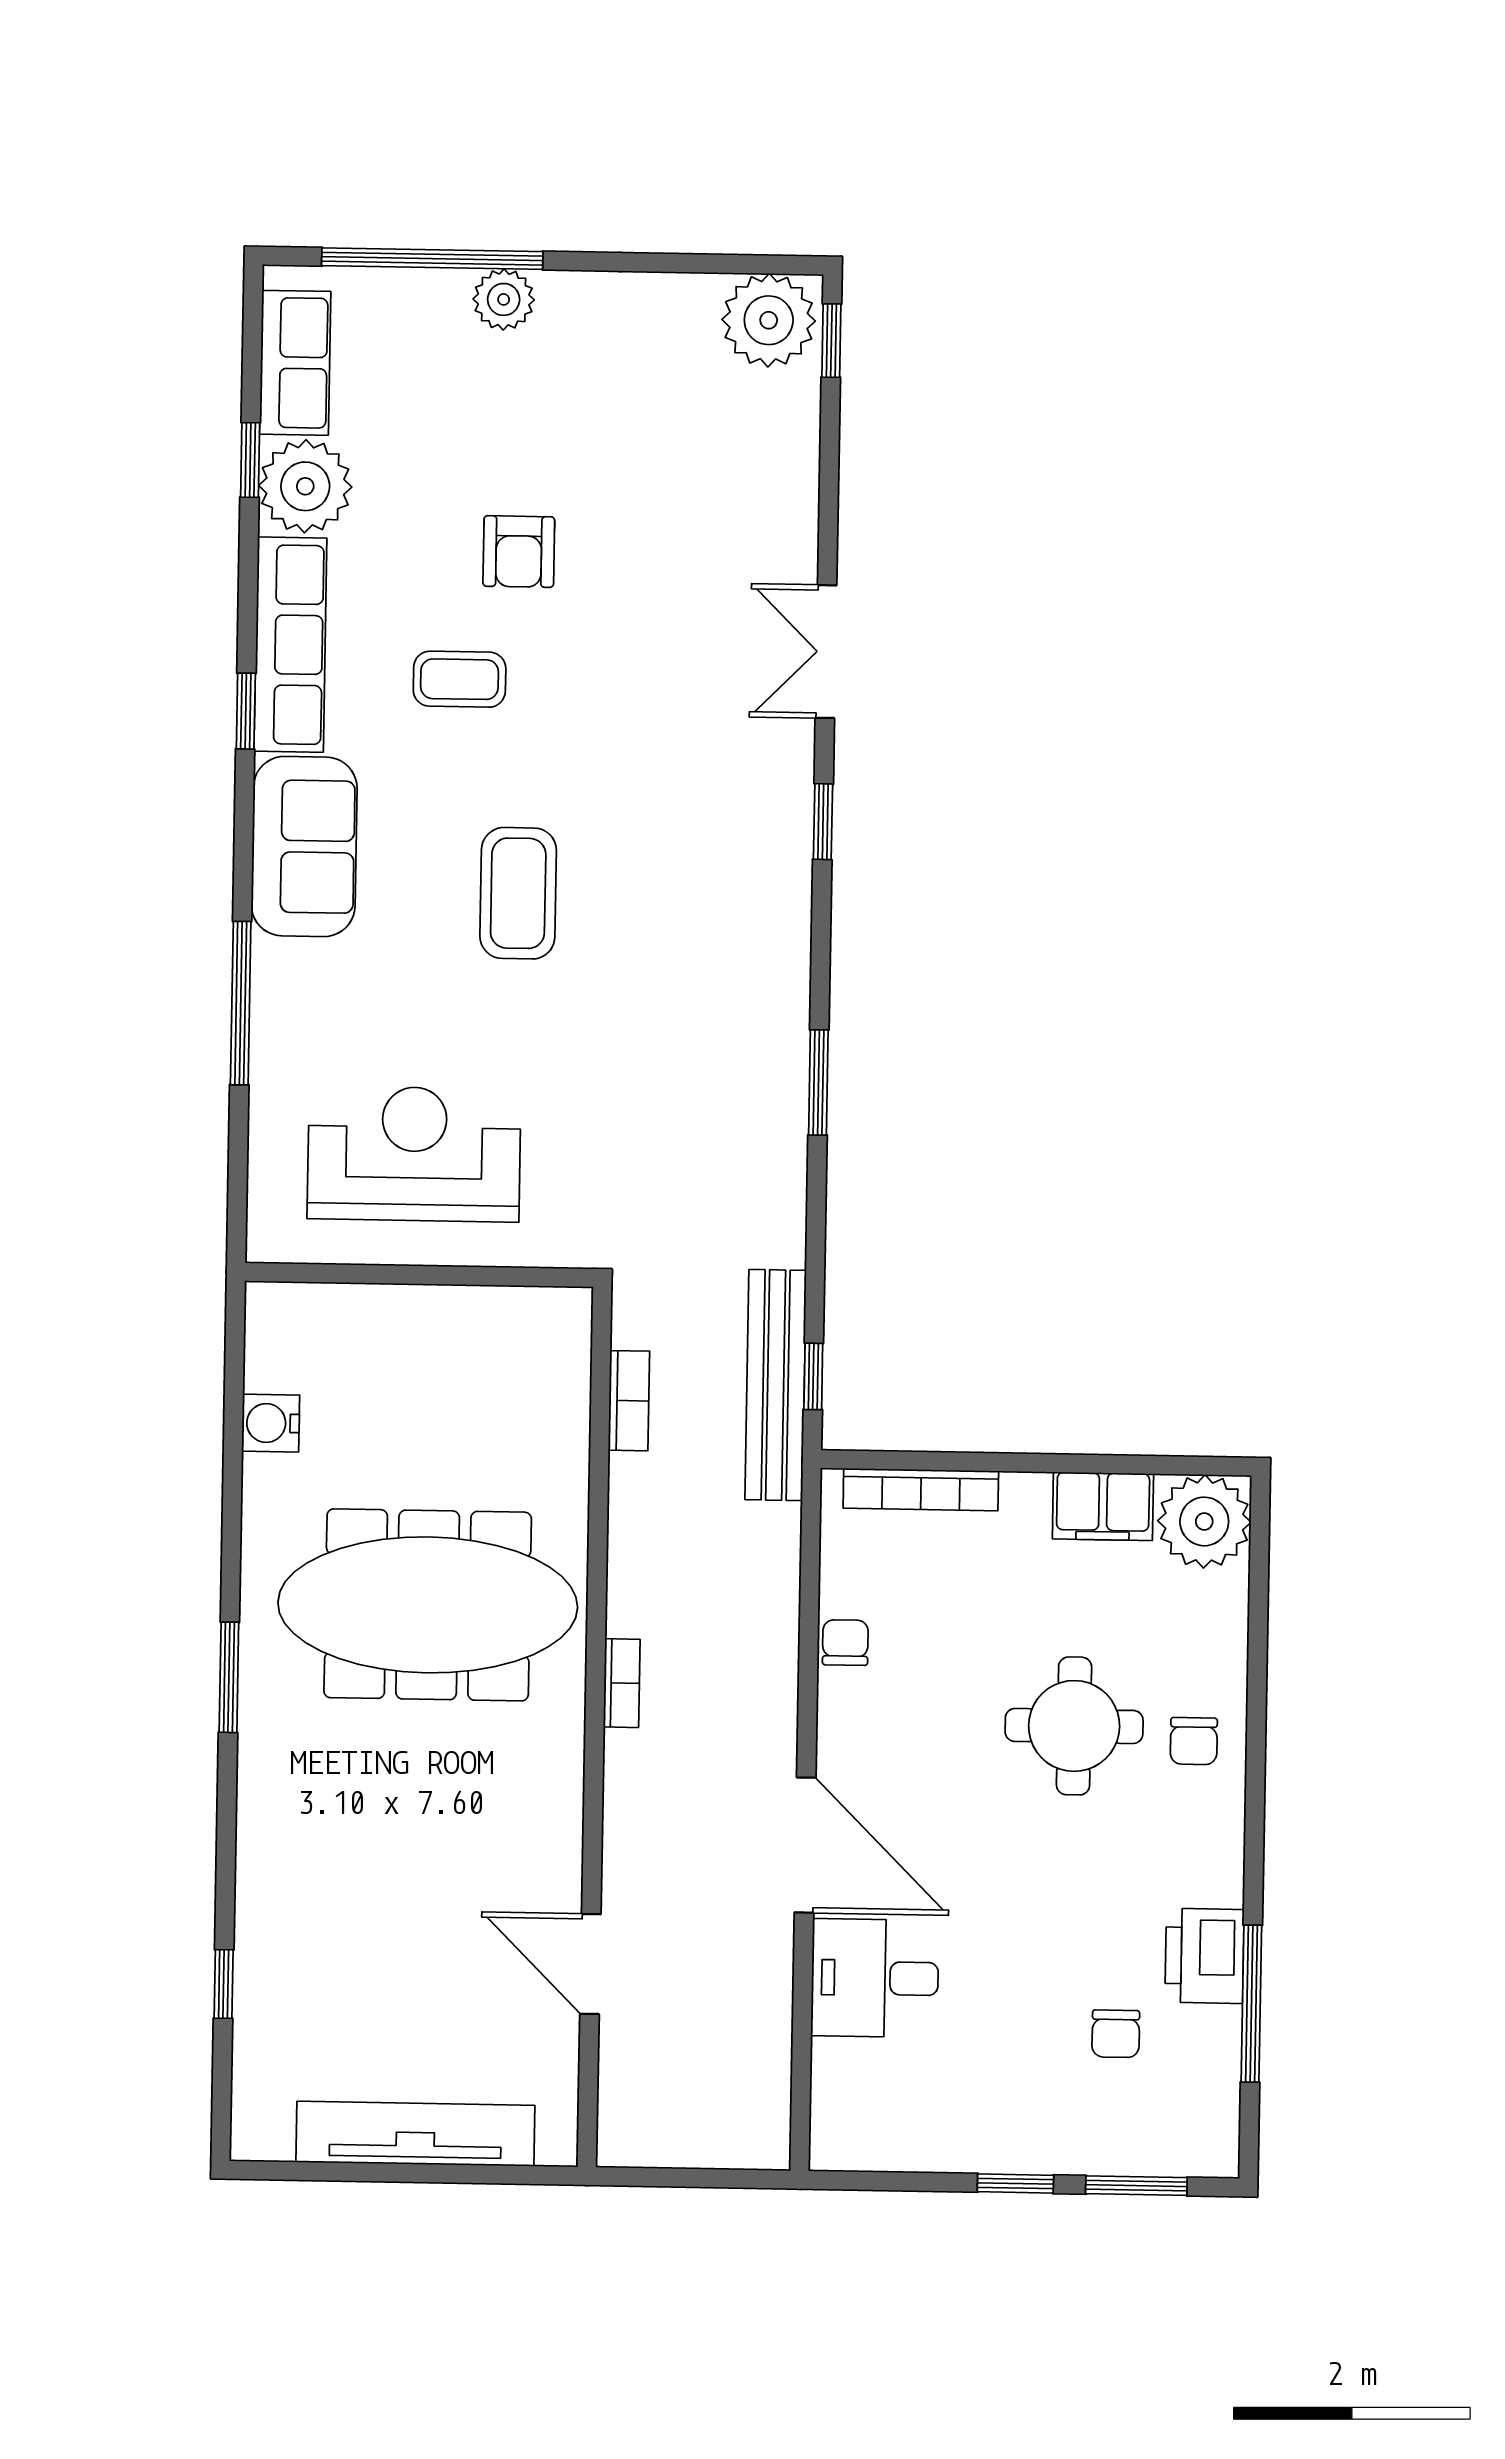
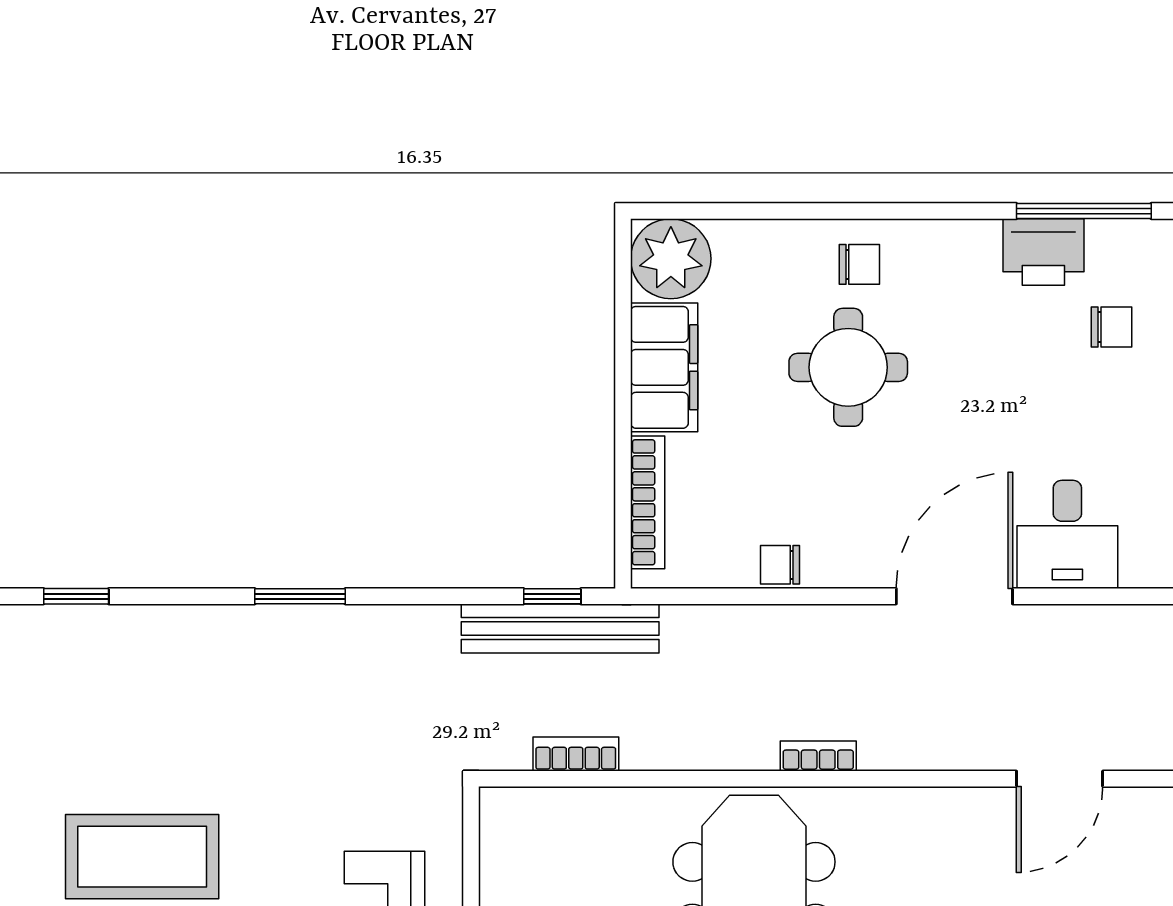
coffee table: (518, 893) -> (142, 857), width x1.36, depth x1.32
filing cabinet: (1103, 1506) -> (664, 367), width x1.50, depth x1.17

